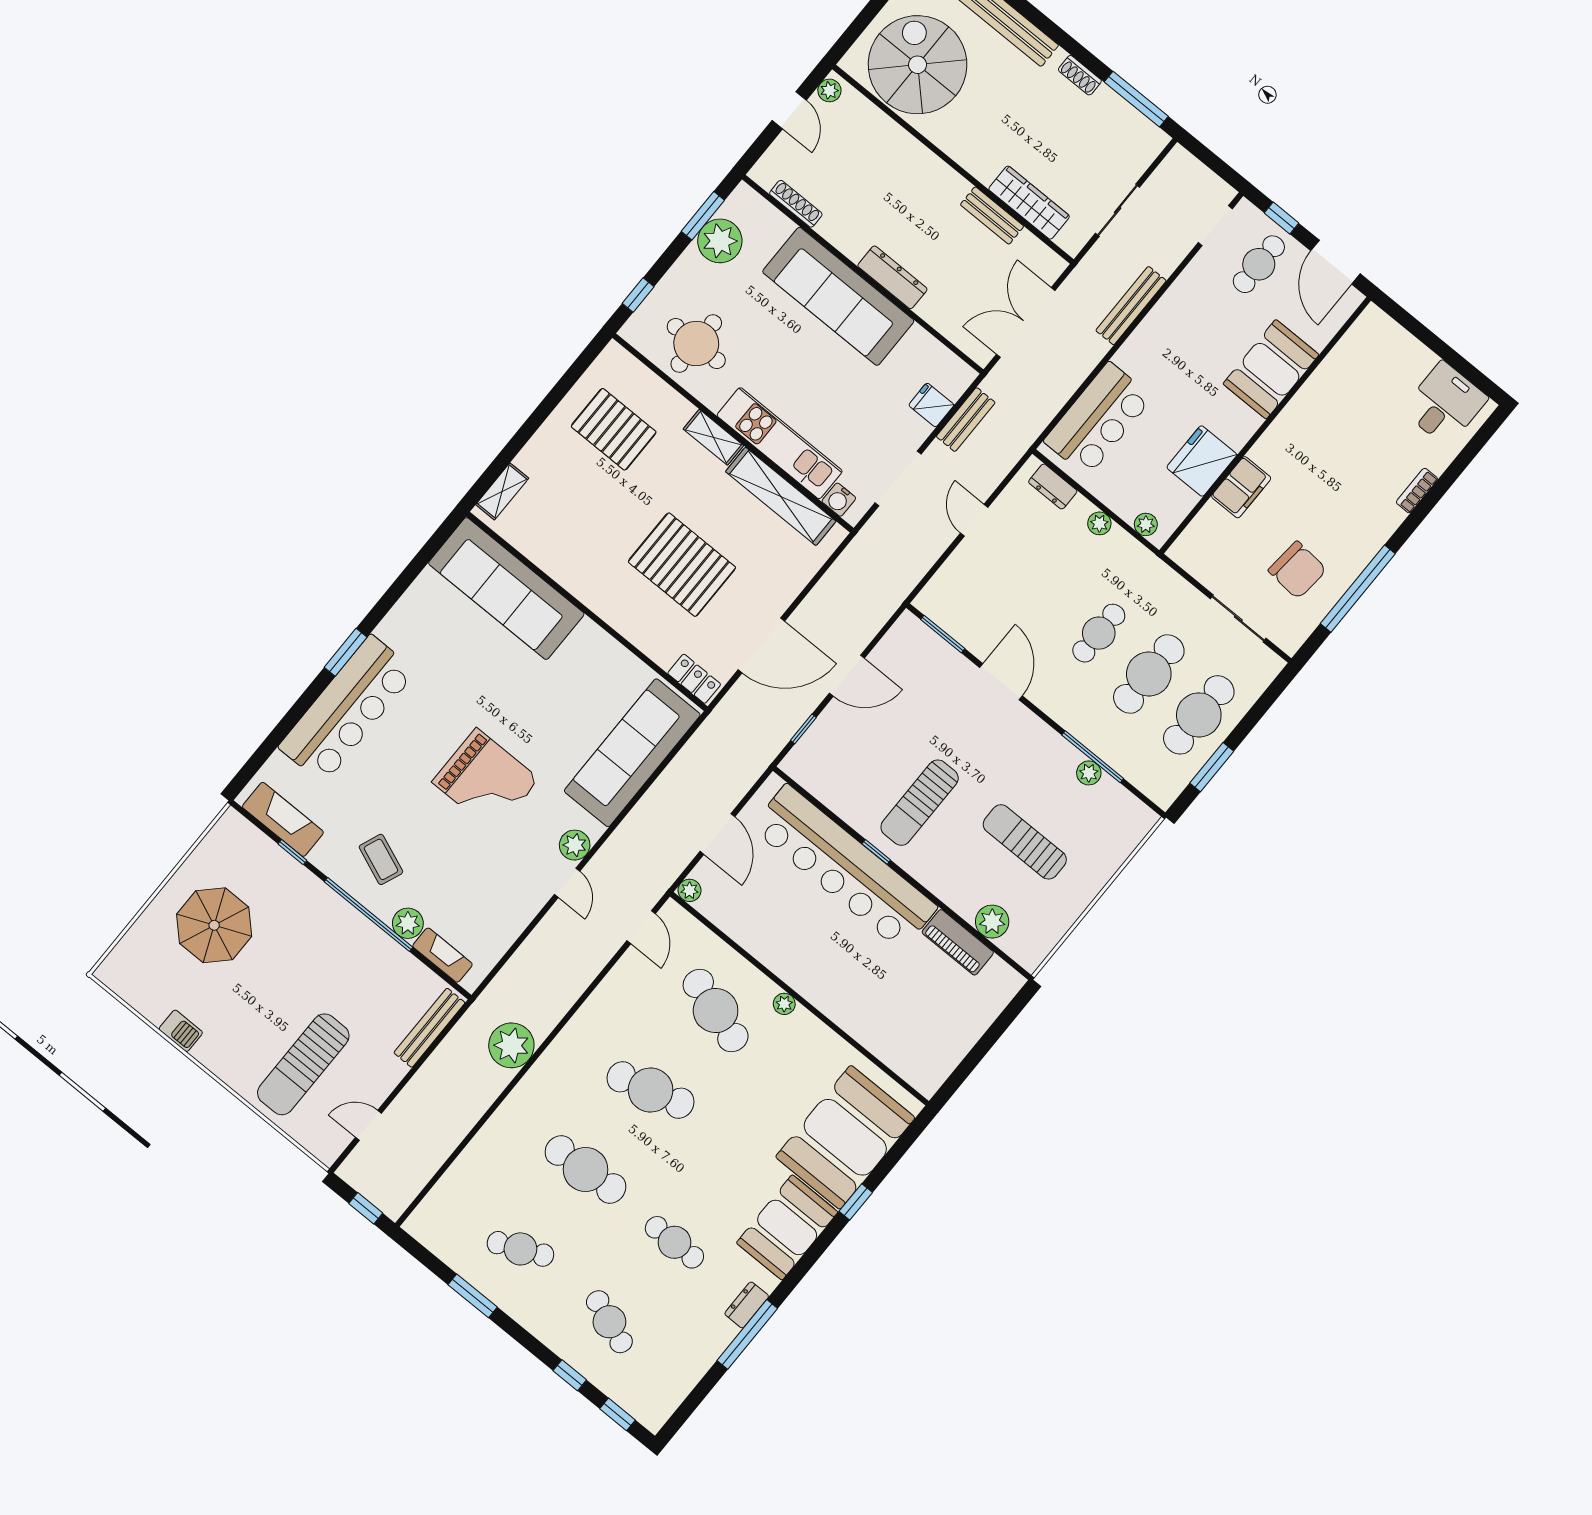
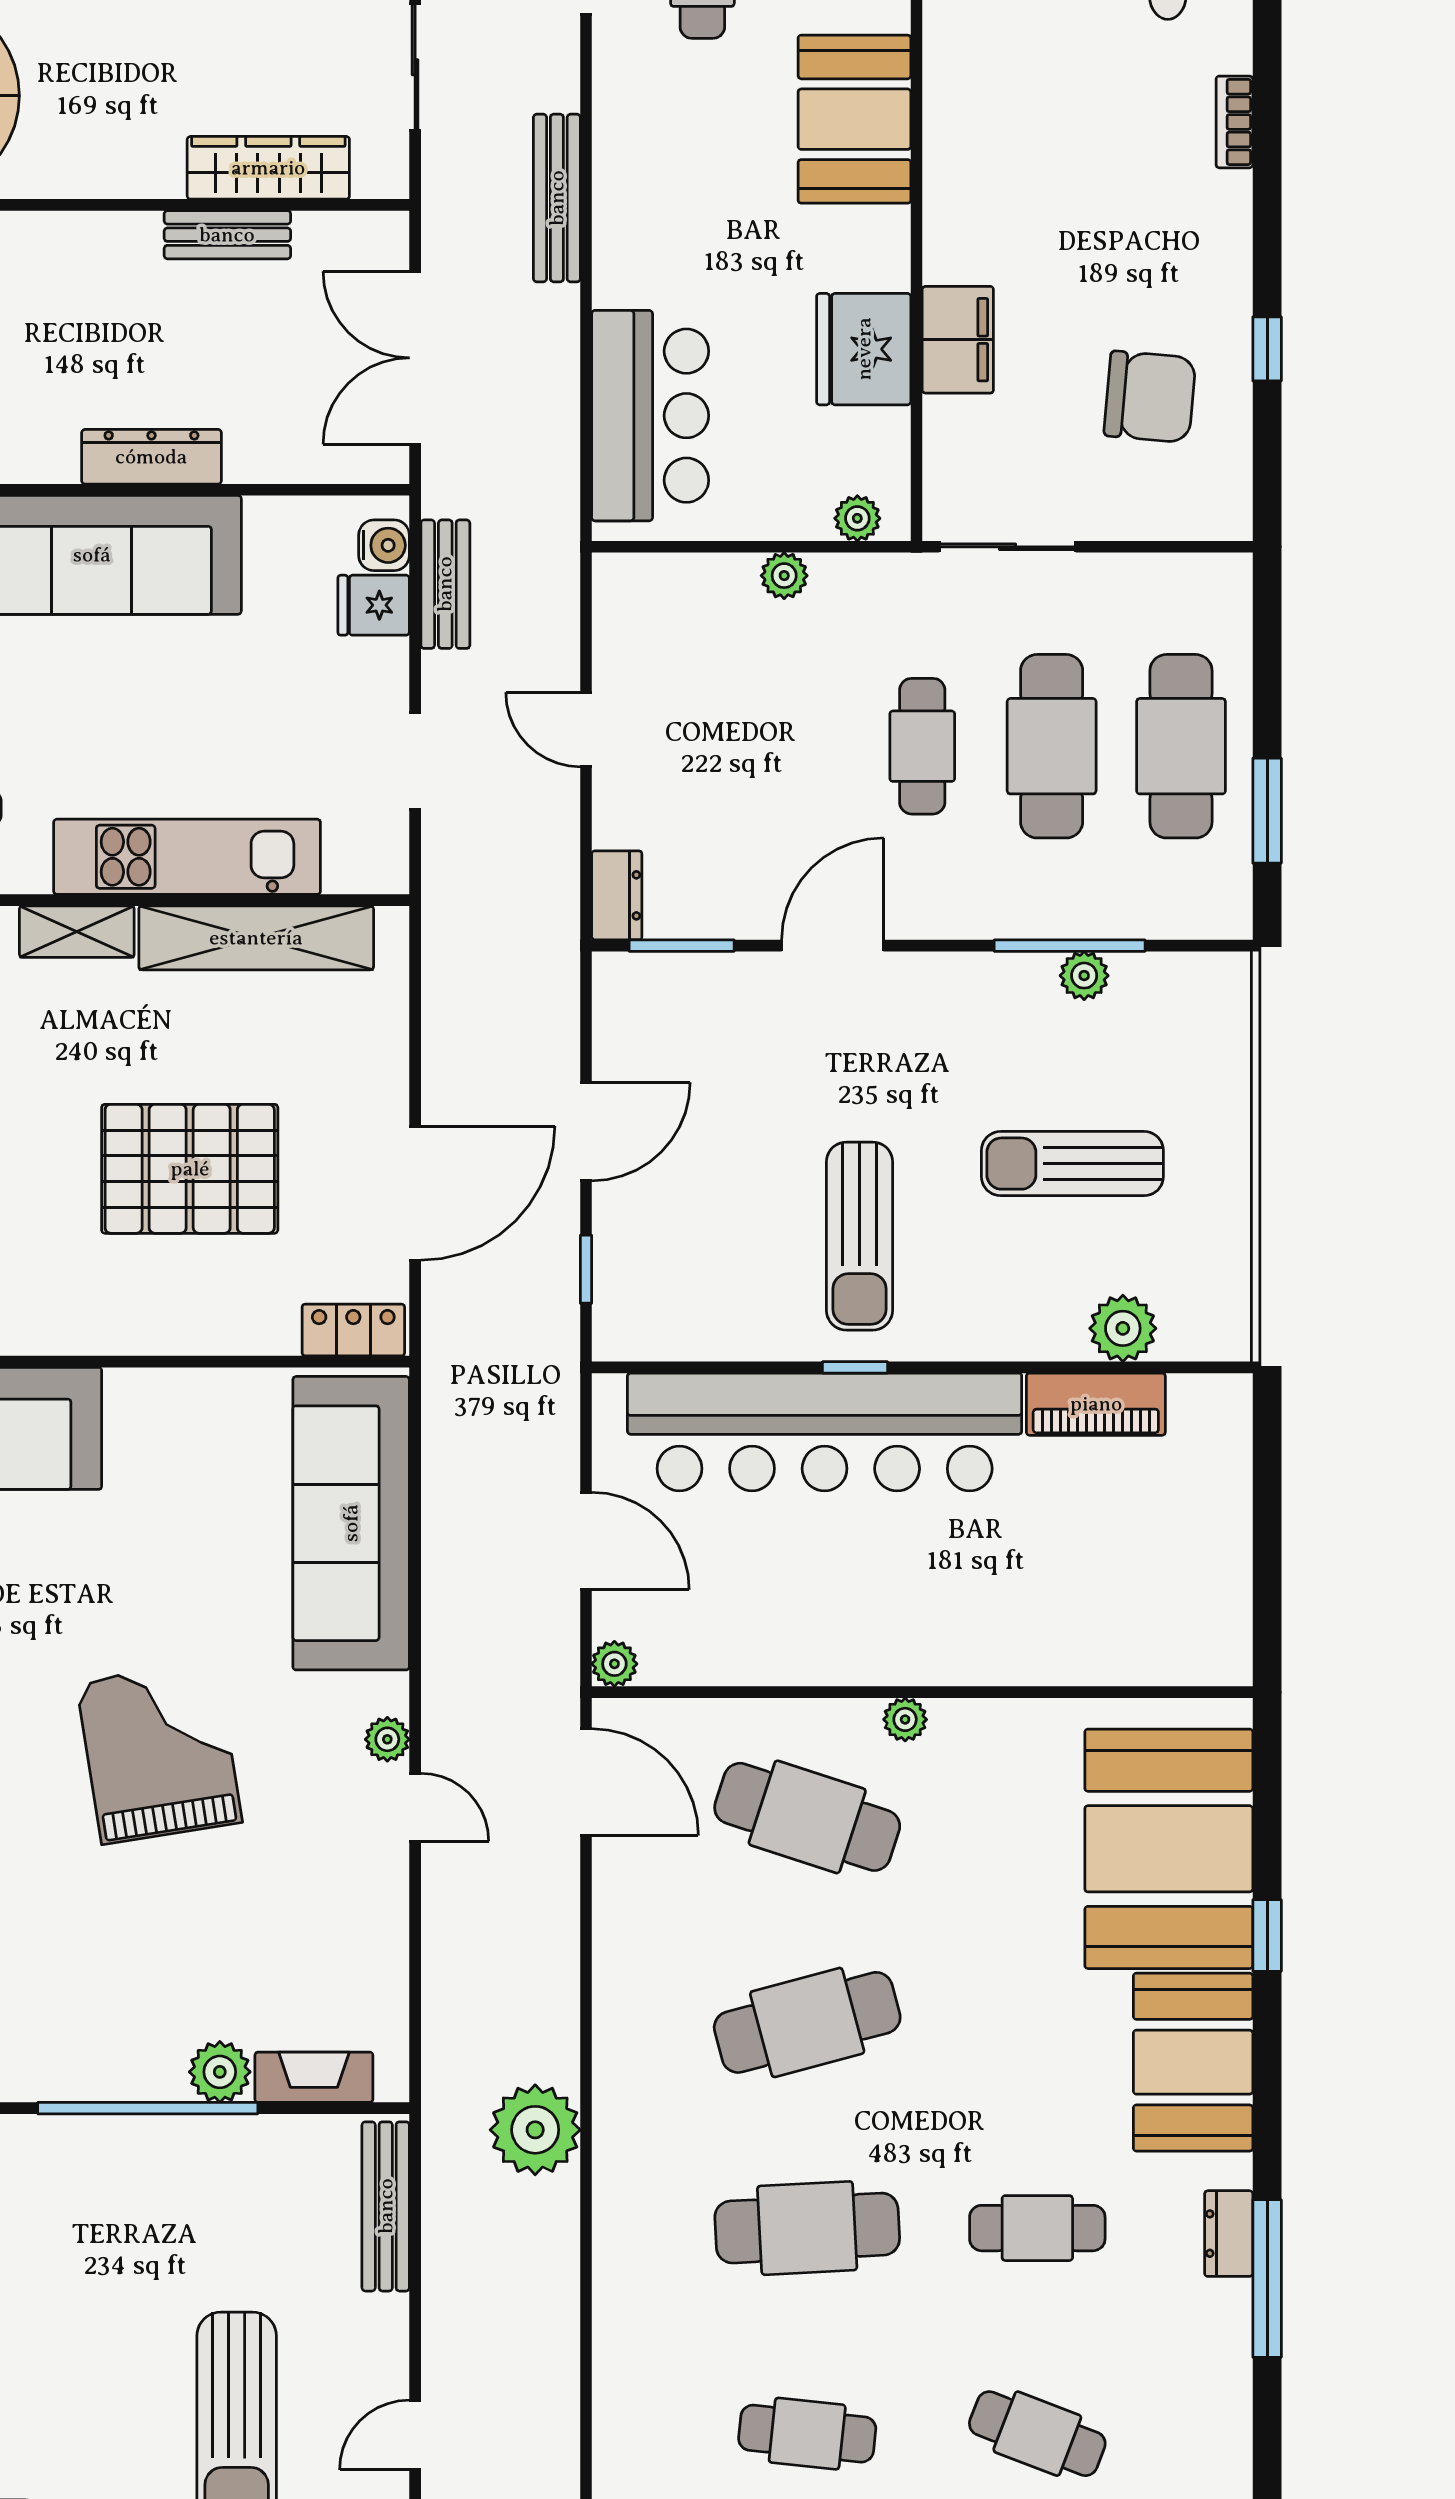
doorway: (898, 478) -> (415, 761), width x0.73
dresser: (1053, 486) -> (617, 895), moved, turned -90
water cooler: (839, 500) -> (384, 545), moved, turned -90
window: (1358, 589) -> (1267, 349), width x0.32
sliding door: (1238, 618) -> (1008, 547), moved
door: (1001, 682) -> (833, 946), hinge flipped
grand piano: (486, 781) -> (159, 1752), turned -99
plant: (575, 845) -> (387, 1739), width x0.73, depth x0.73
coffee table: (381, 859) -> (97, 2007), removed
door: (641, 927) -> (586, 1782), width x1.38
cafe table: (520, 1249) -> (807, 2434), turned 30

